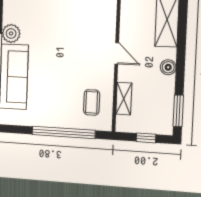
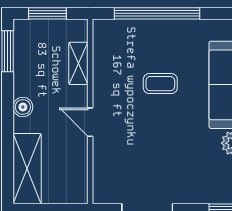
coffee table: (92, 102) -> (160, 84), moved, turned 90
window: (146, 138) -> (47, 13), width x1.50

